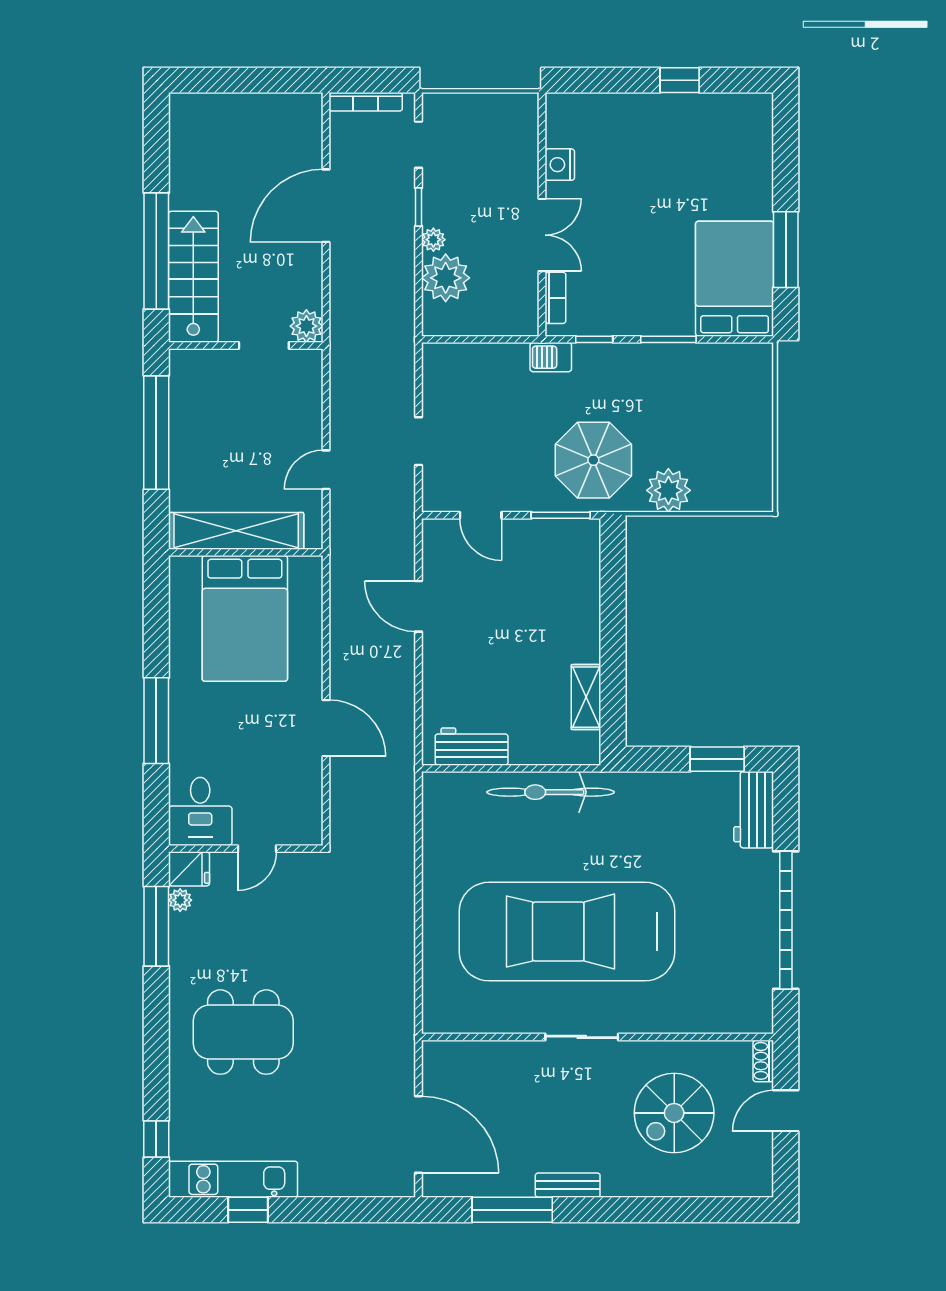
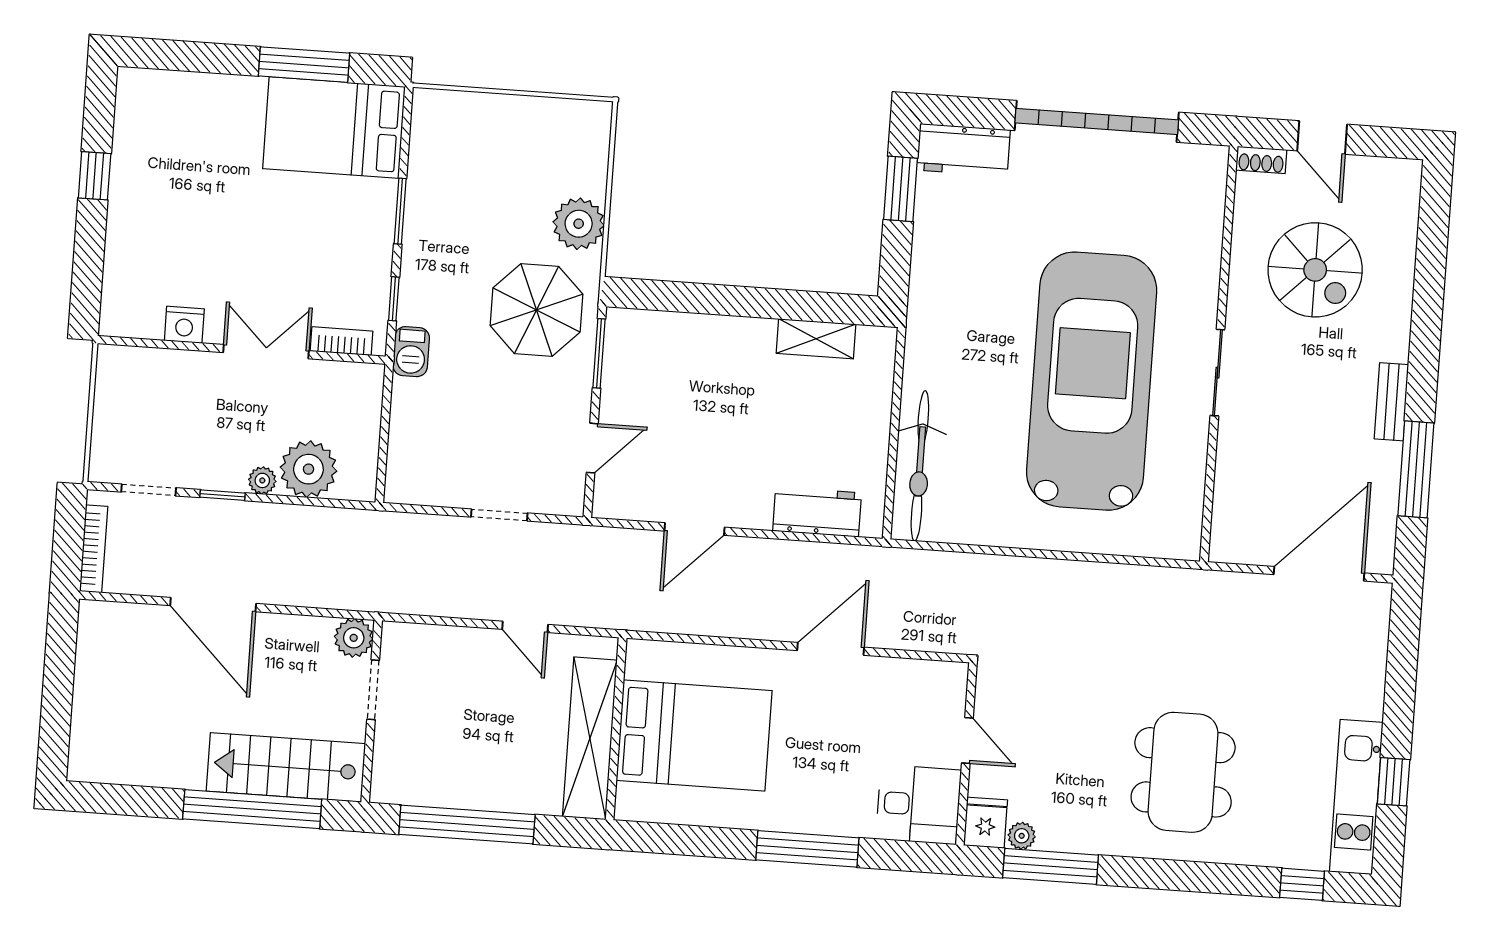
workbench: (472, 747) -> (817, 512), moved, turned 90
bicycle: (551, 792) -> (920, 466), moved
car: (567, 932) -> (1092, 381), turned 180

